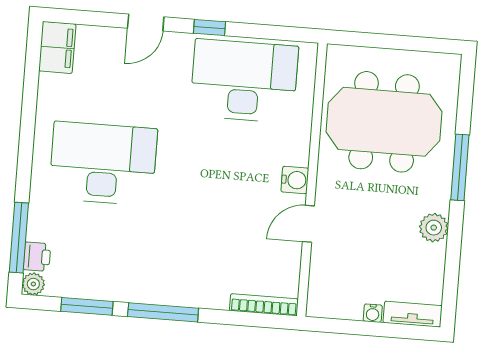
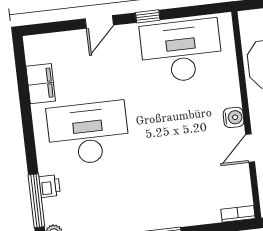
filing cabinet: (57, 47) -> (41, 84), moved
printer: (37, 257) -> (50, 186), moved
bookcase: (264, 305) -> (238, 214), width x0.64

